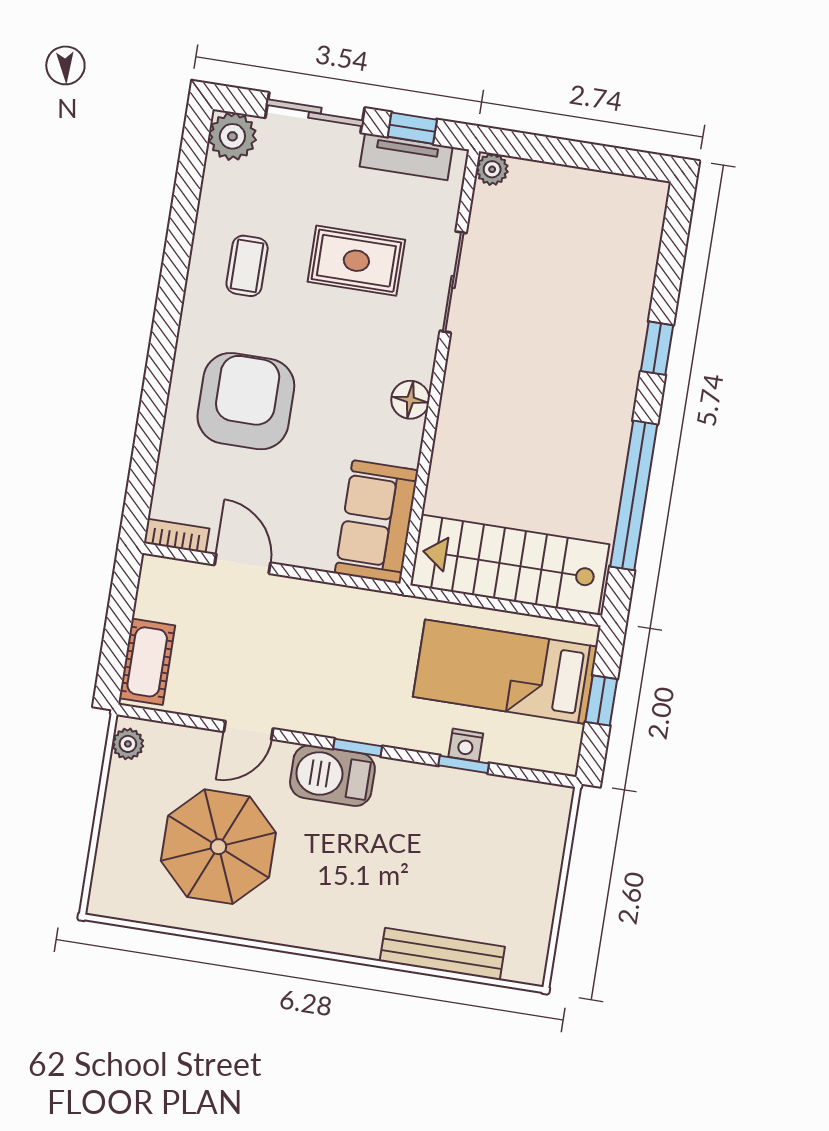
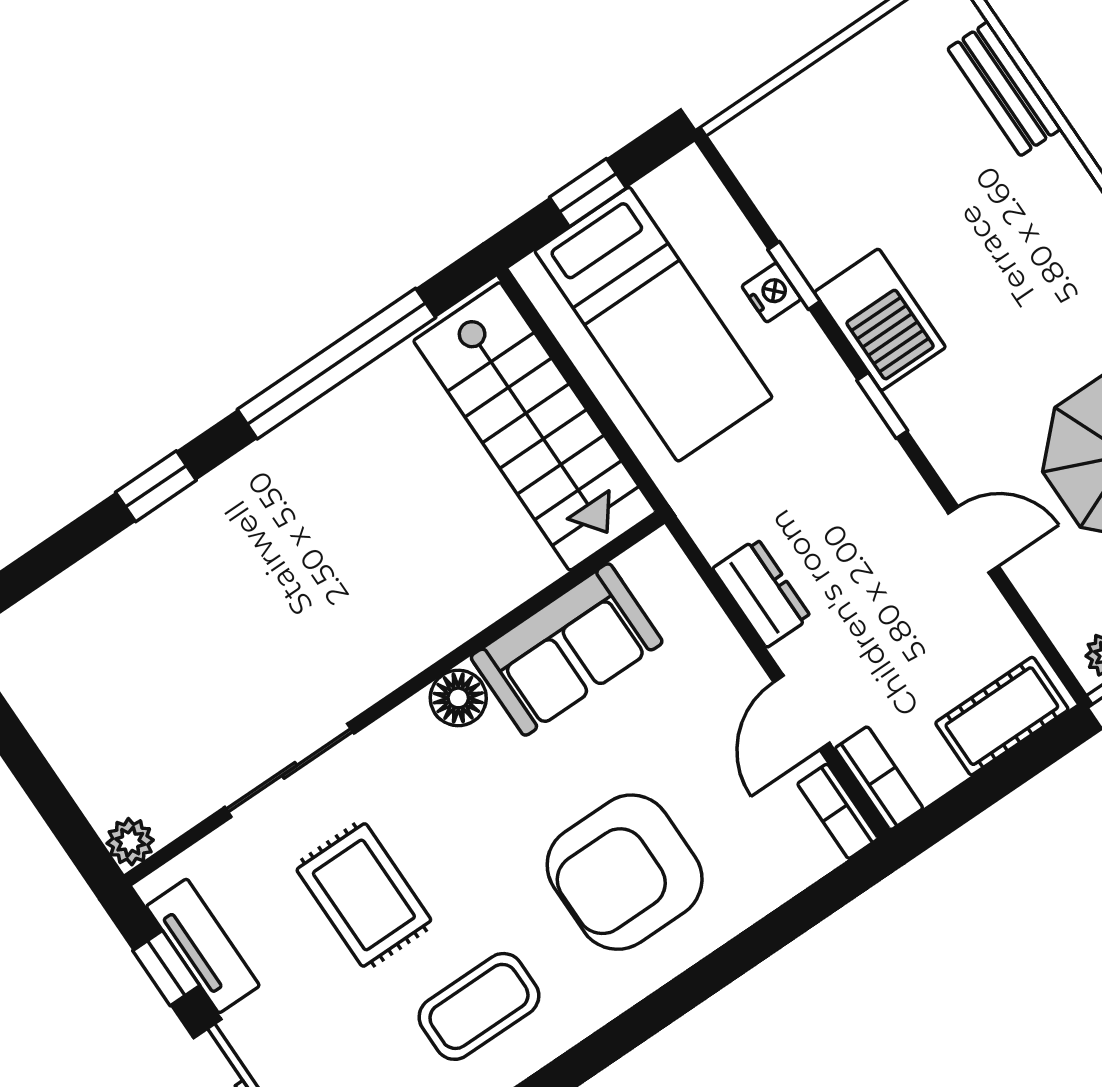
coffee table: (247, 266) -> (479, 1006), width x1.36, depth x1.30
sofa: (377, 522) -> (567, 649), moved
bookcase: (174, 572) -> (879, 778), added
dresser: (321, 600) -> (762, 593), added
barbecue: (332, 776) -> (880, 320), moved
bench: (442, 954) -> (1004, 89), width x0.73

